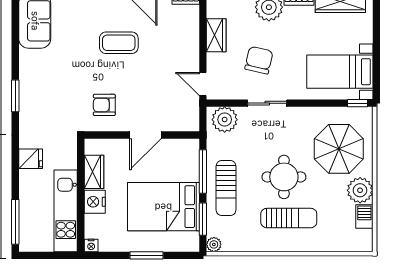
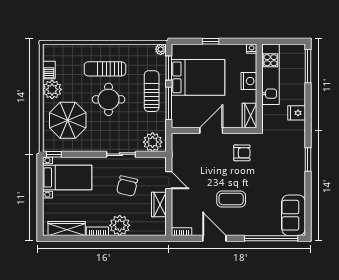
door: (203, 84) -> (169, 180), moved
wardrobe: (94, 172) -> (250, 116), moved
window: (146, 255) -> (211, 41), width x0.67

